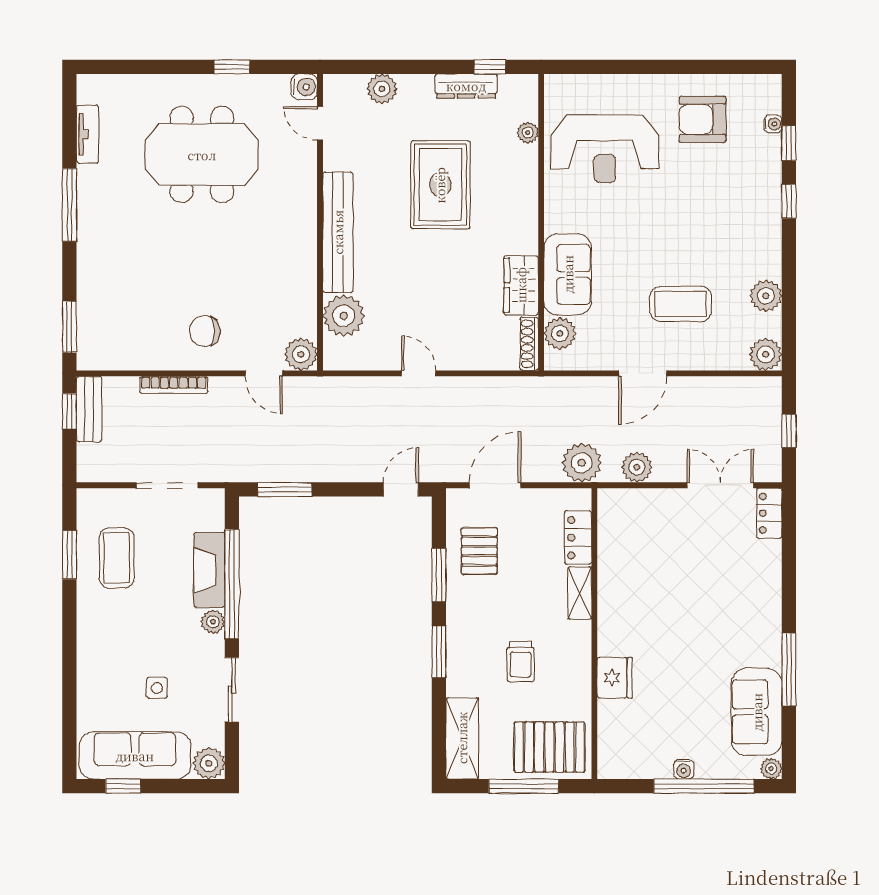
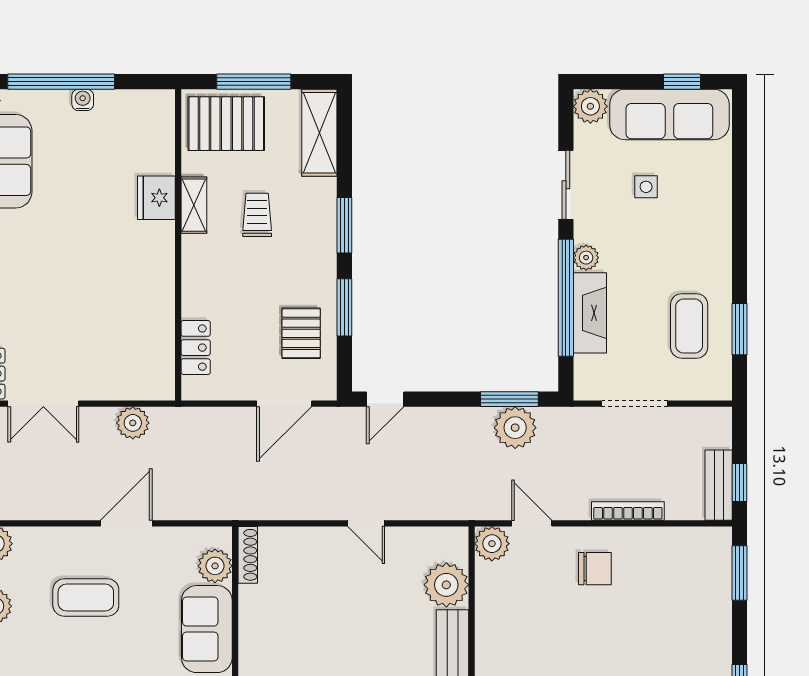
wardrobe: (521, 285) -> (256, 617), removed
plant: (582, 463) -> (515, 428), moved
shelving: (580, 593) -> (194, 205), moved

